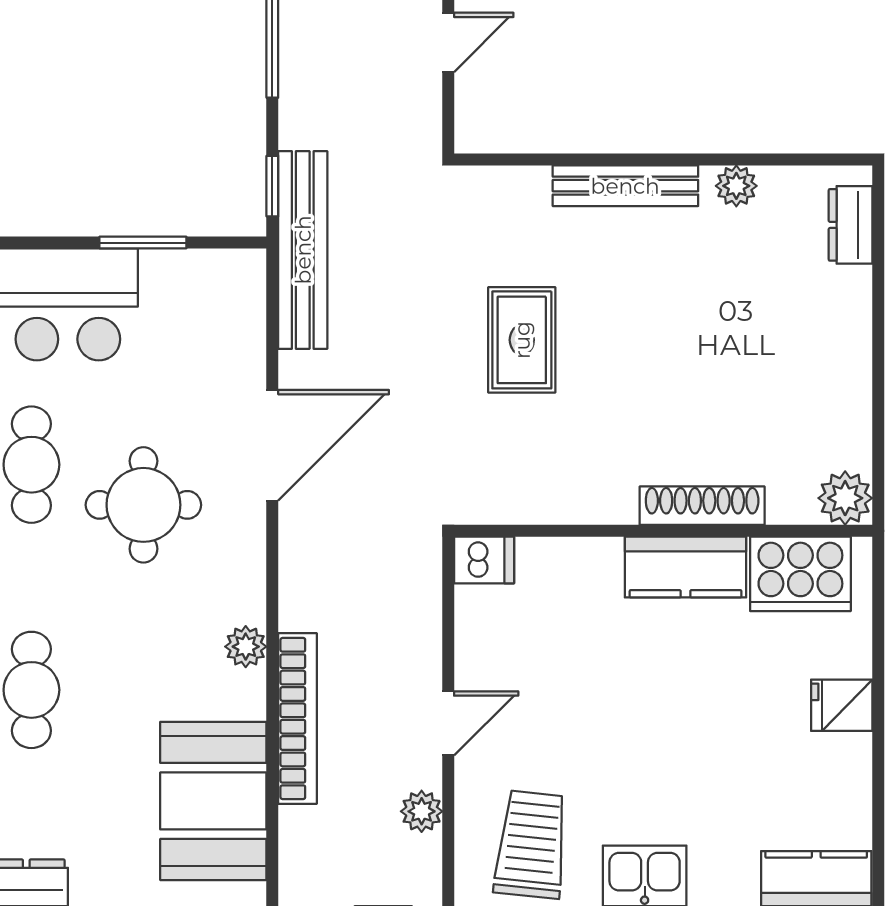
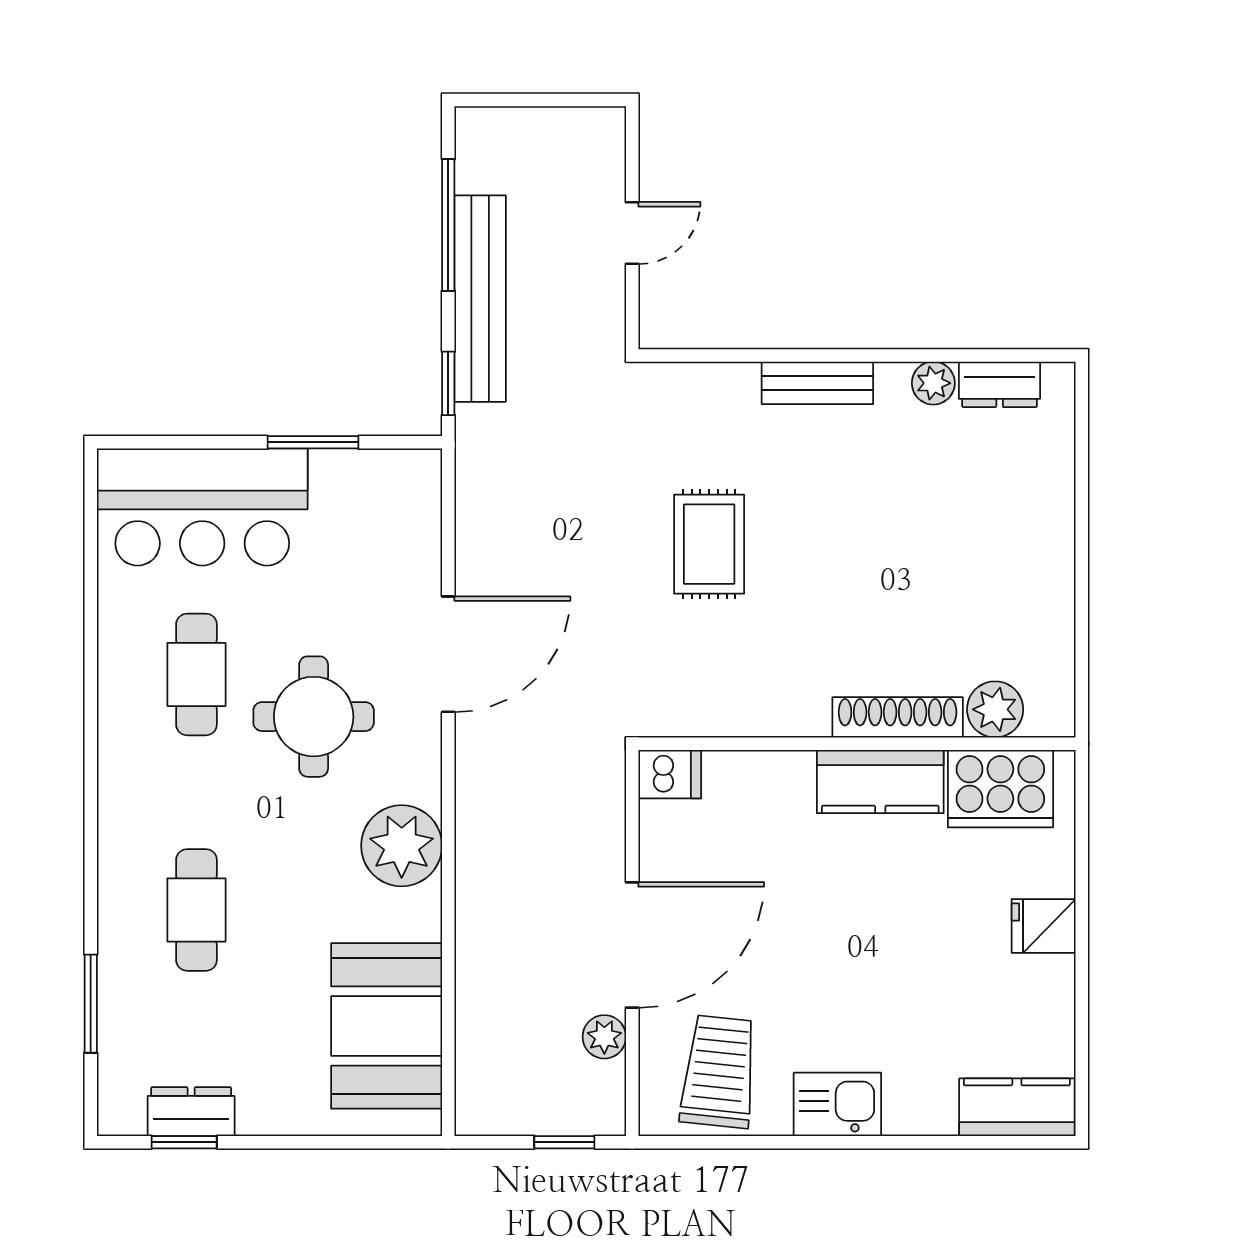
bench: (625, 186) -> (817, 383), width x0.73
dresser: (851, 225) -> (1000, 384), moved, turned -90
bench: (303, 250) -> (480, 299), moved
plant: (845, 498) -> (995, 709), moved
plant: (246, 647) -> (402, 846), width x1.87, depth x1.87
bookcase: (297, 718) -> (475, 940), removed
door: (448, 723) -> (632, 945), width x1.88

